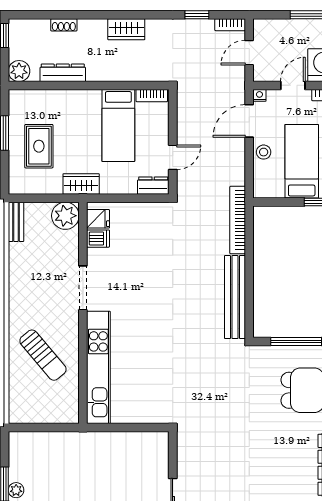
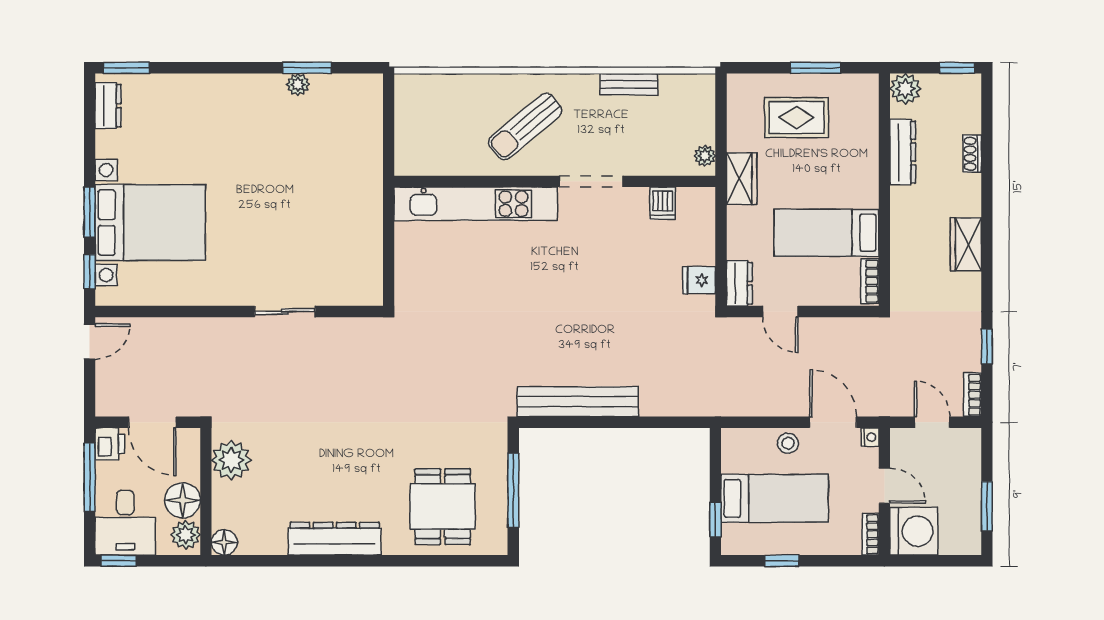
plant: (65, 216) -> (705, 156), width x0.53, depth x0.53
fridge: (98, 219) -> (699, 280), moved, turned 90
bookcase: (238, 220) -> (689, 406), removed
bench: (16, 222) -> (629, 84), moved
sun lounger: (43, 355) -> (525, 126), moved

